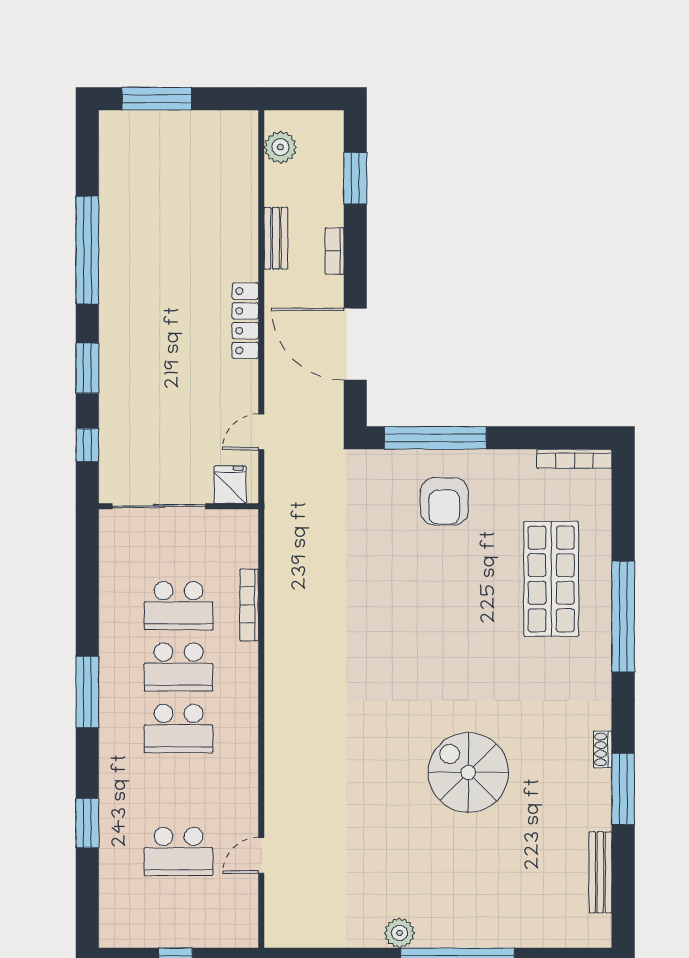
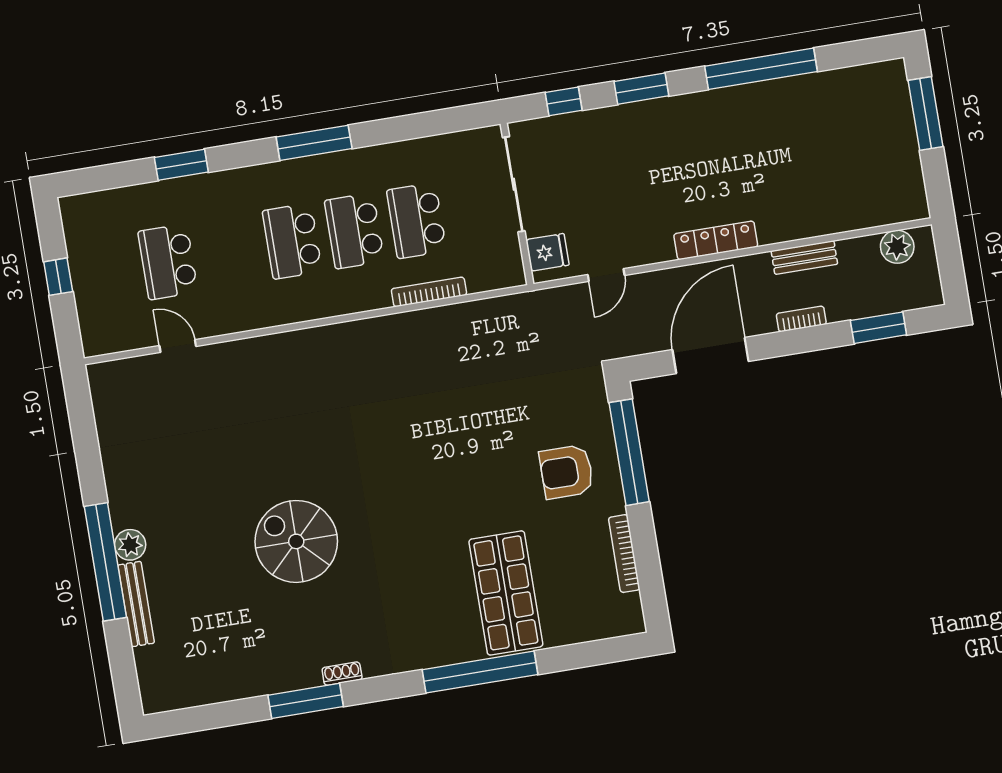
door: (261, 432) -> (606, 275), swing flipped
bookcase: (574, 459) -> (624, 554), moved
shop shelf: (551, 579) -> (506, 593), turned 90
spiral stairs: (468, 772) -> (296, 541), turned -90
bench: (600, 872) -> (136, 604), moved, turned 90
plant: (400, 933) -> (130, 545), moved

